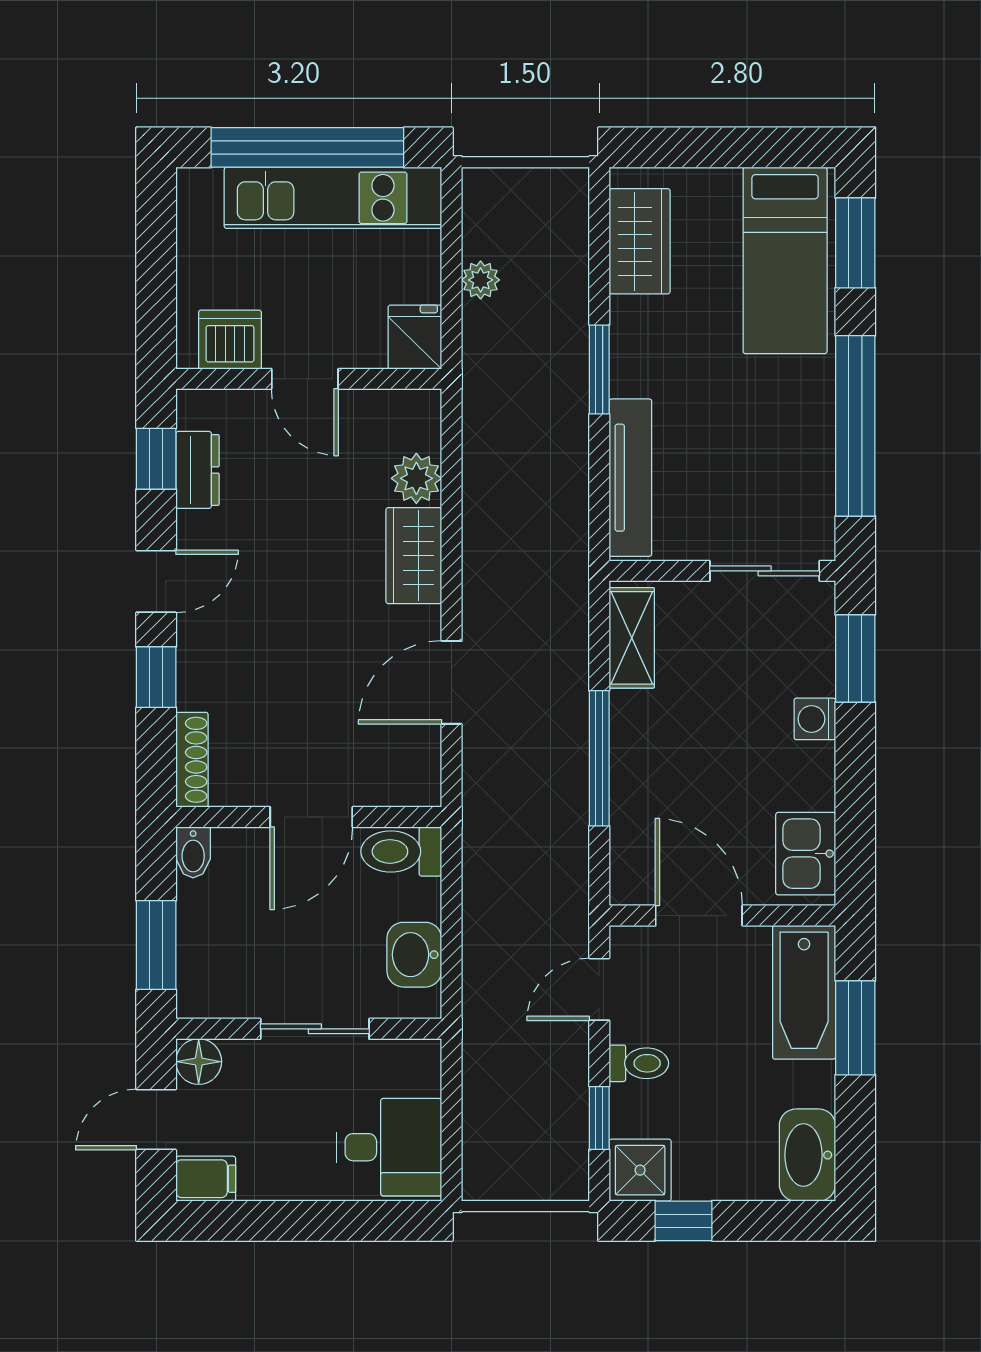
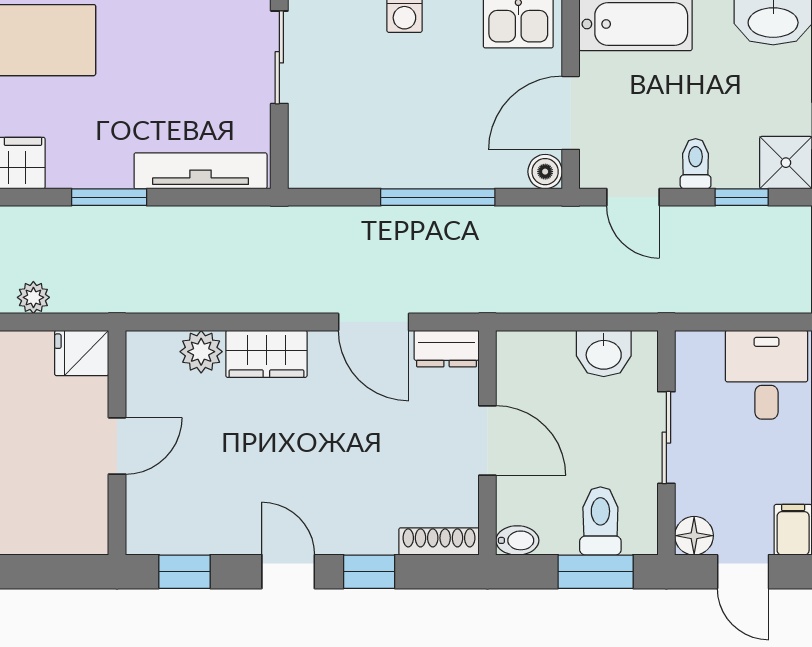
dishwasher: (230, 340) -> (84, 509), removed
dresser: (197, 470) -> (447, 349), moved, turned 180
shelving: (632, 638) -> (336, 170), removed
toilet: (401, 851) -> (600, 521), moved, turned 180
boiler: (629, 885) -> (545, 172), added

